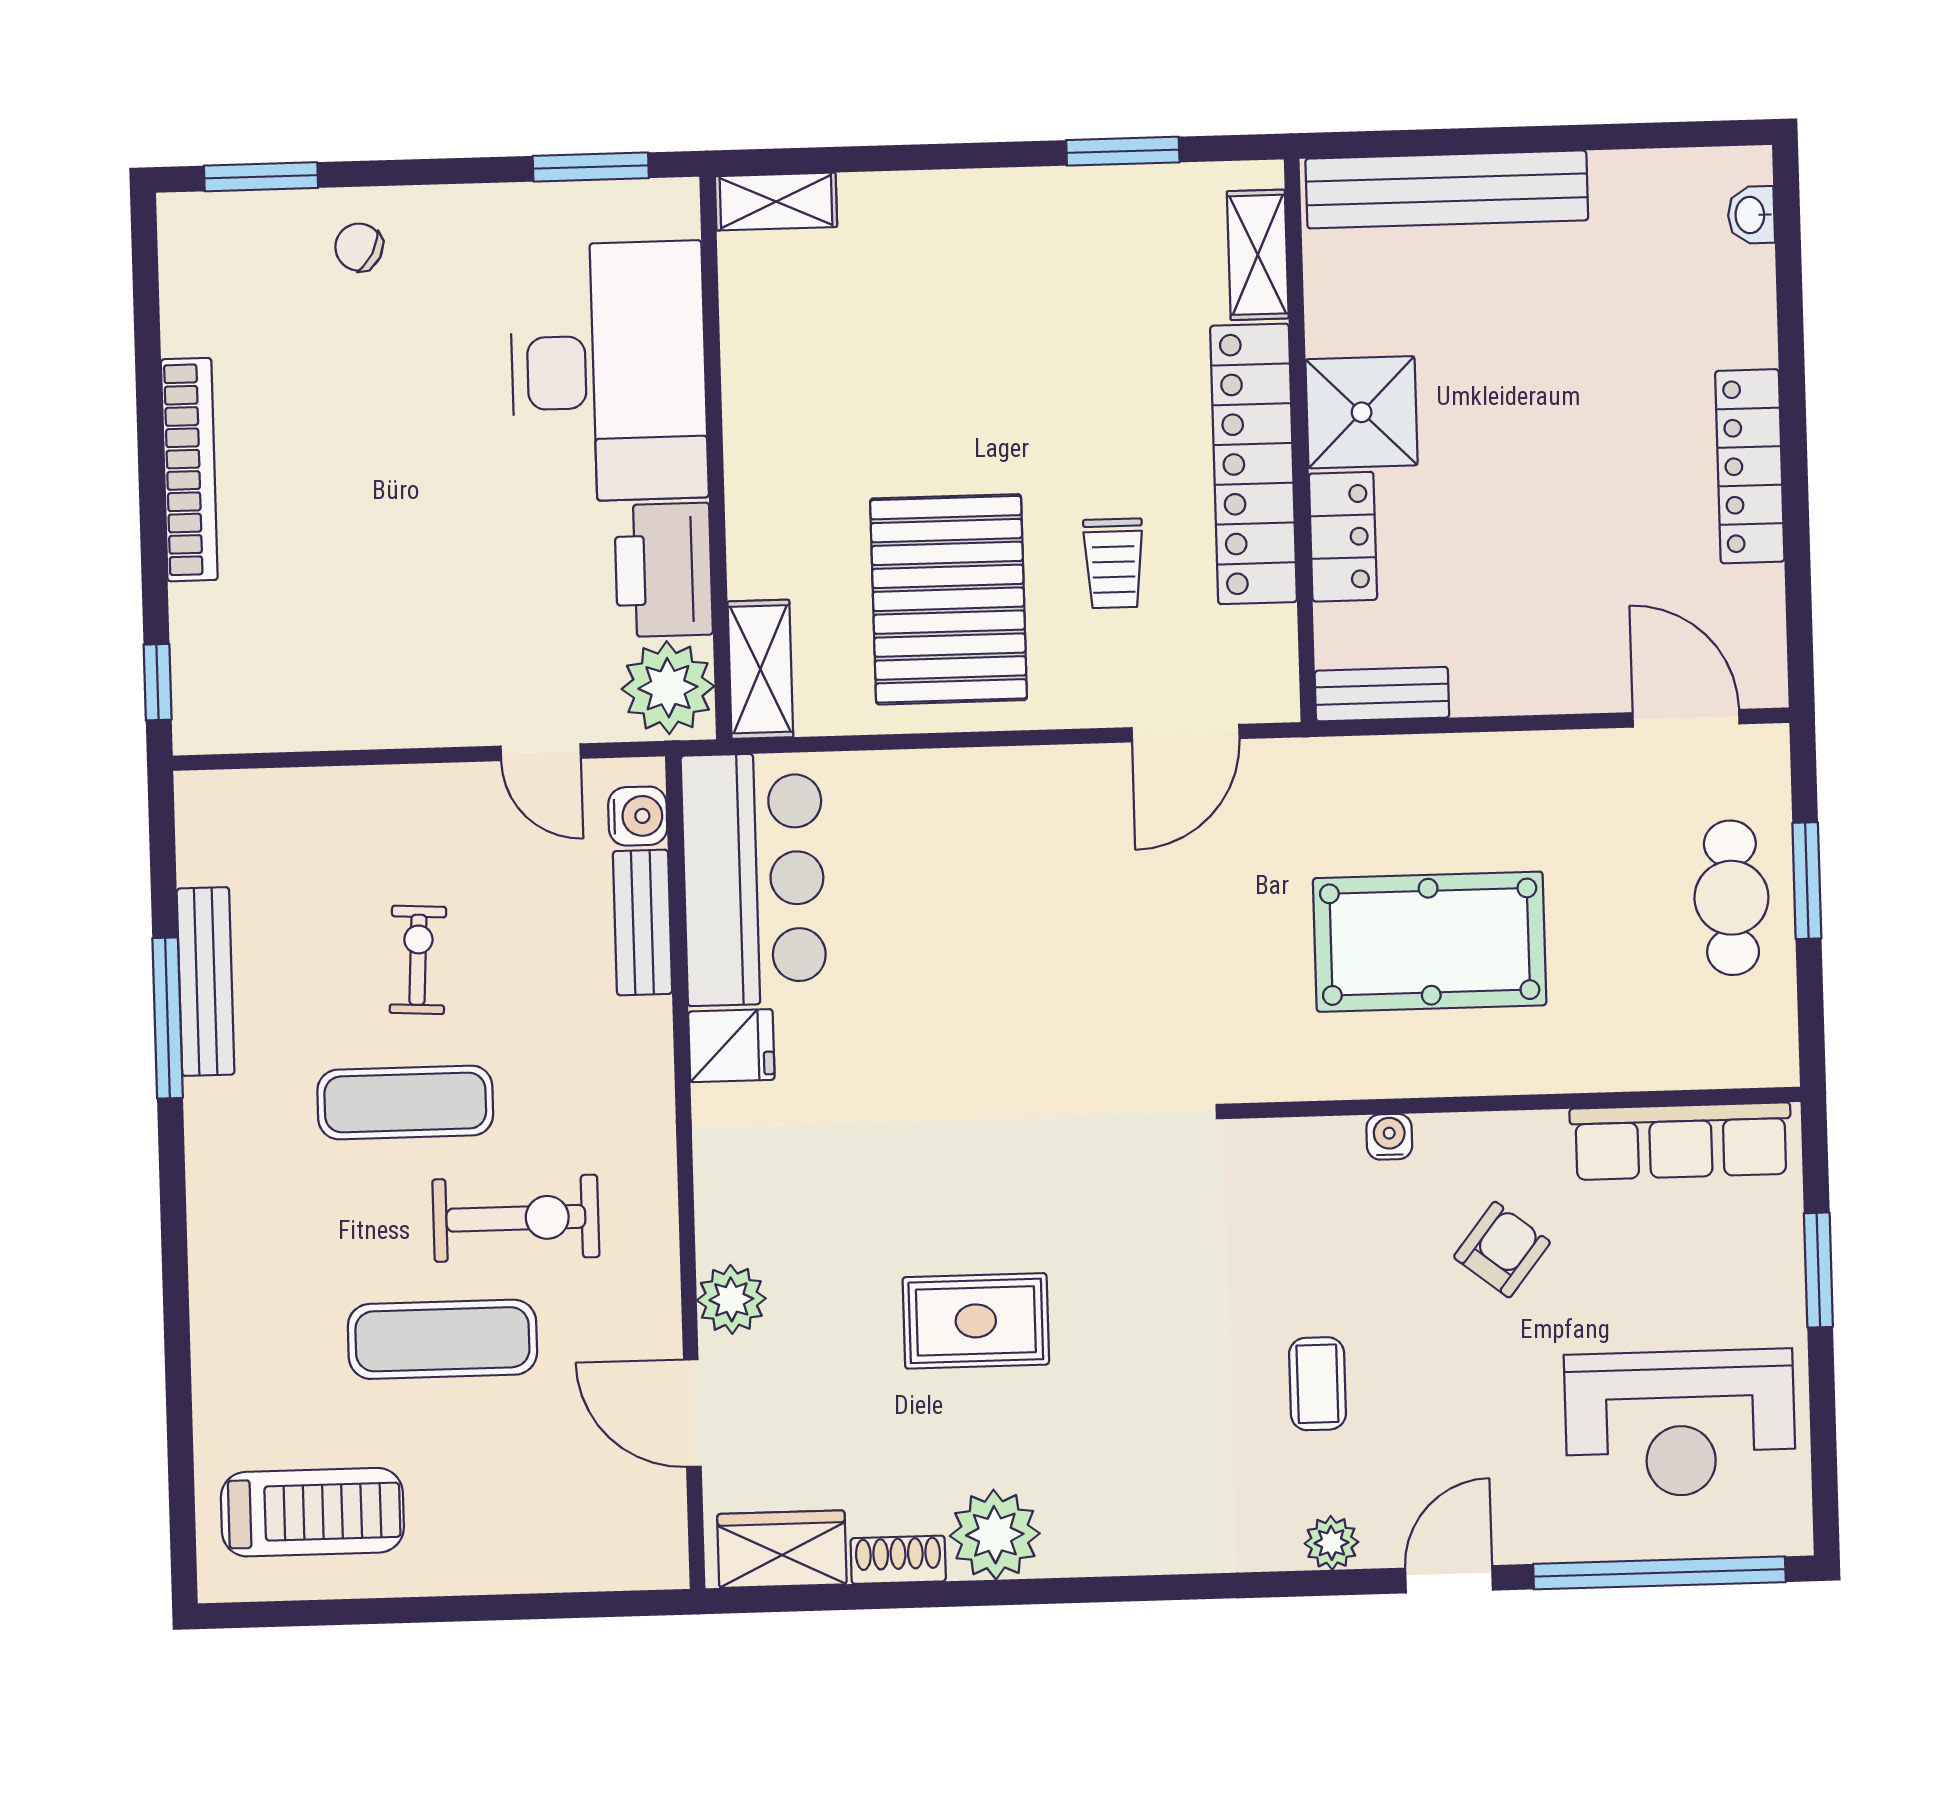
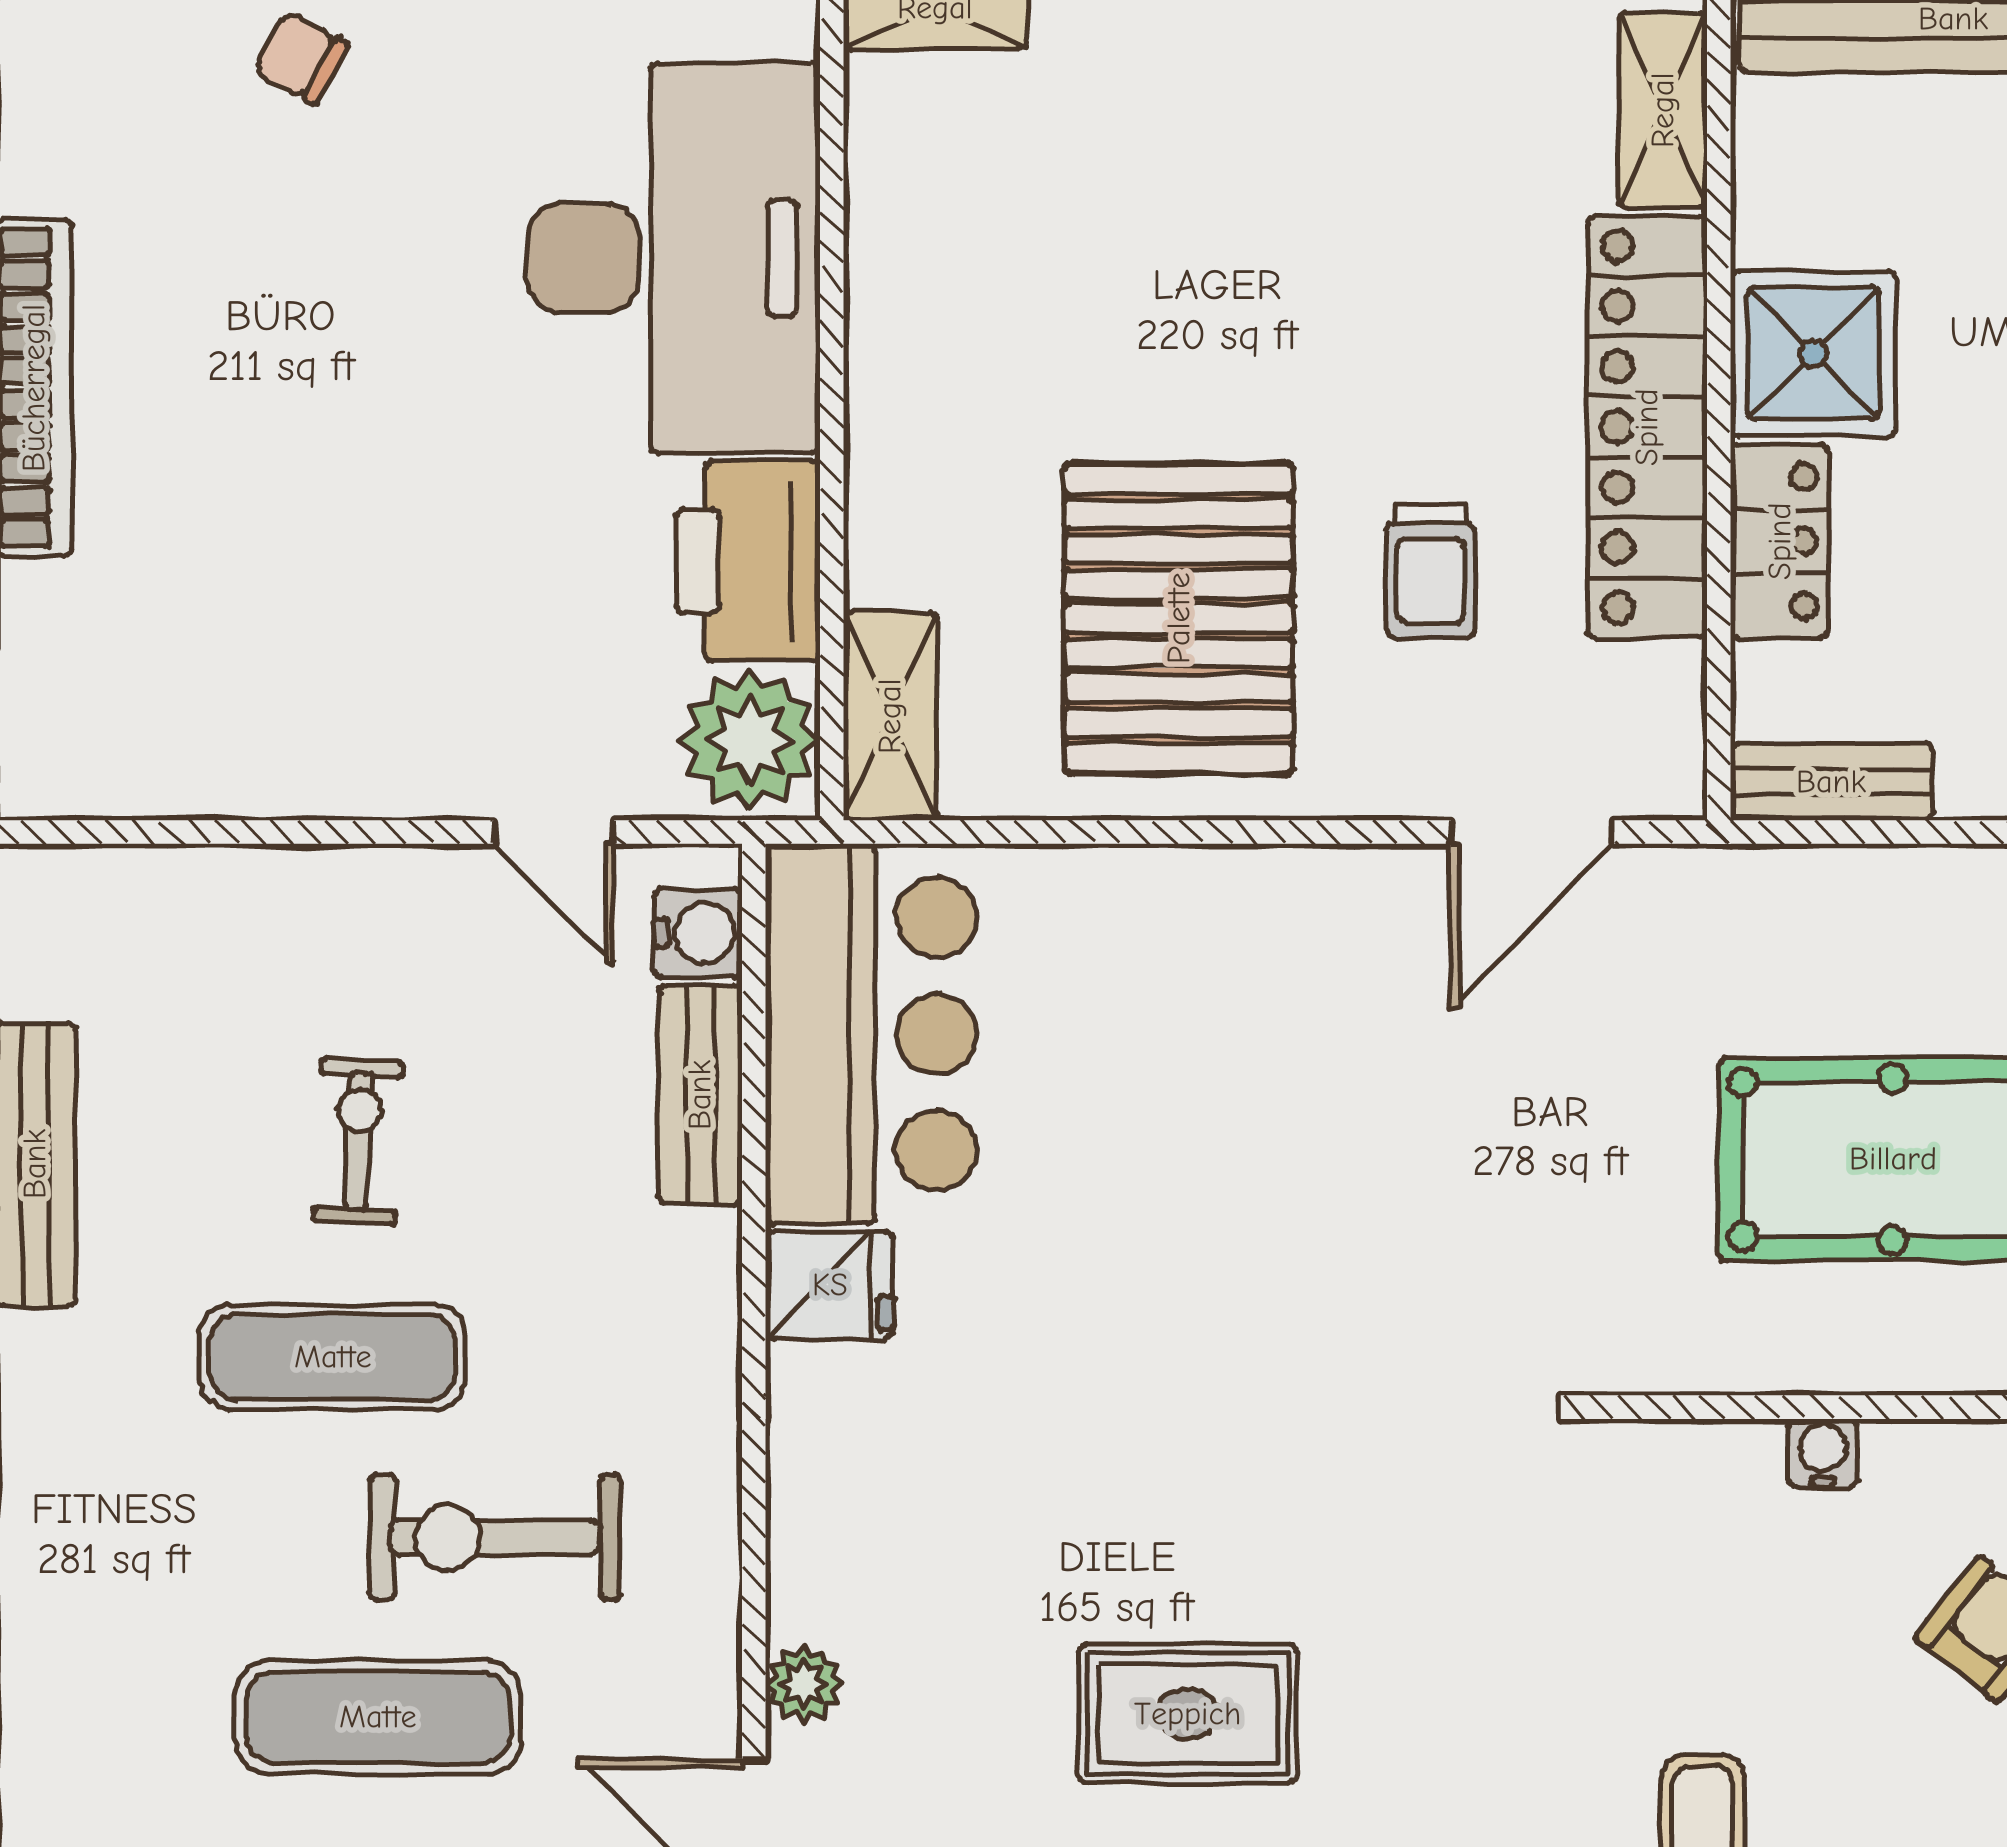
exercise bike: (516, 1218) -> (495, 1537), turned 180
plant: (731, 1299) -> (804, 1684), width x0.73, depth x0.73

